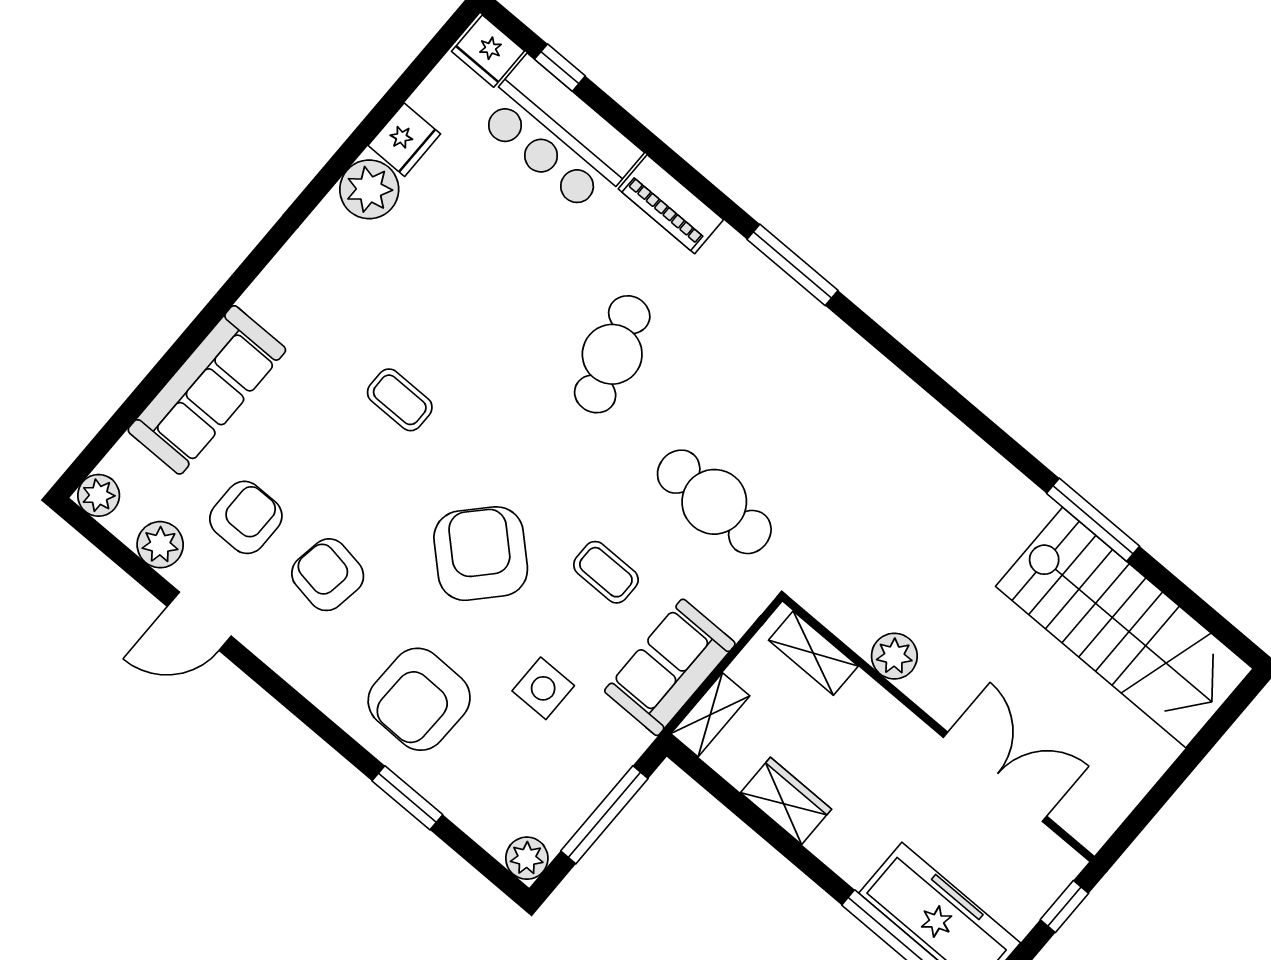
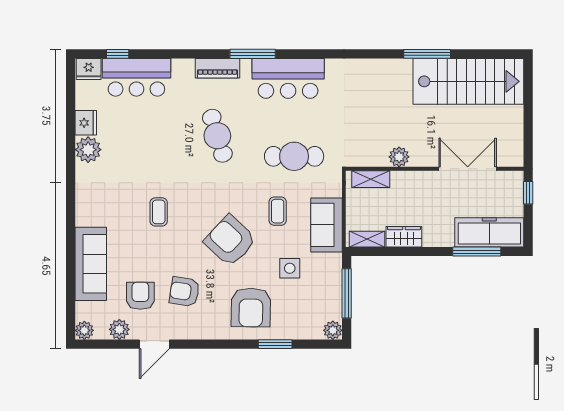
piano: (671, 204) -> (218, 68), moved
bar counter: (818, 359) -> (288, 78), added
coffee table: (400, 400) -> (159, 212), turned 90
coffee table: (606, 572) -> (278, 211), turned 90
shelving: (710, 715) -> (367, 239), moved, turned 90

